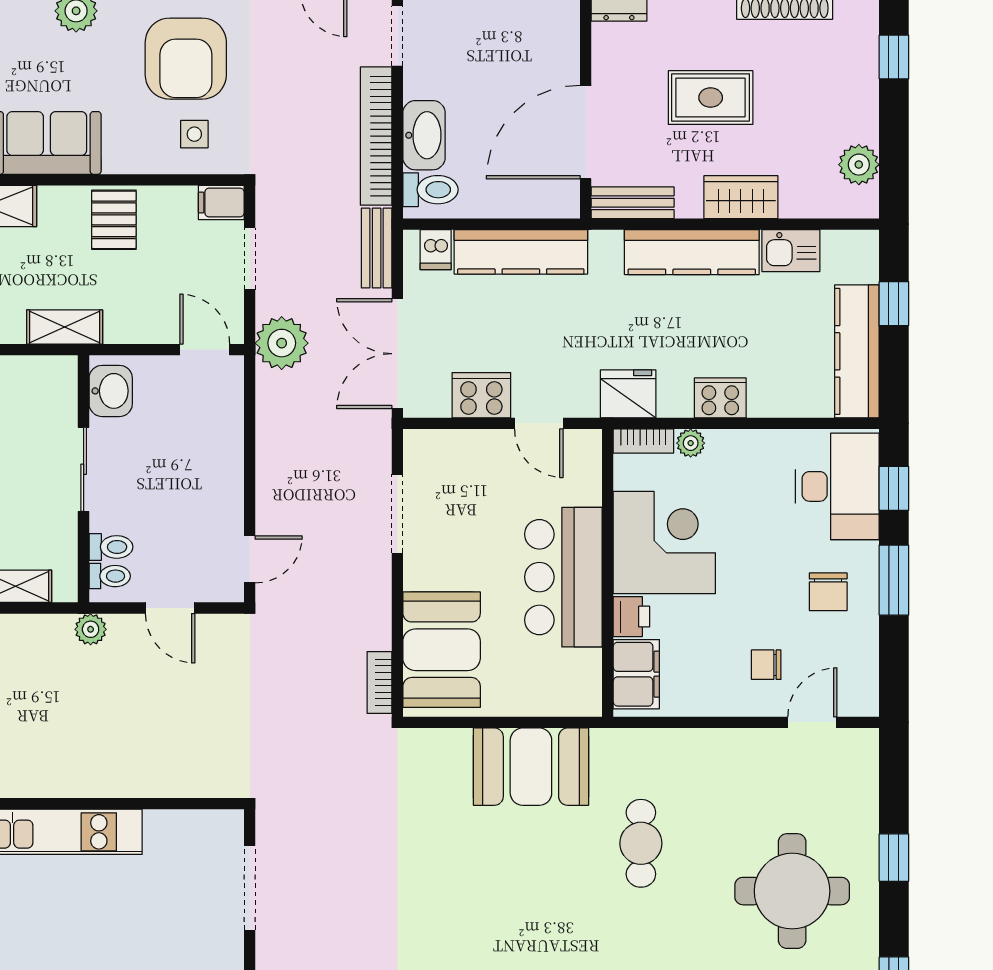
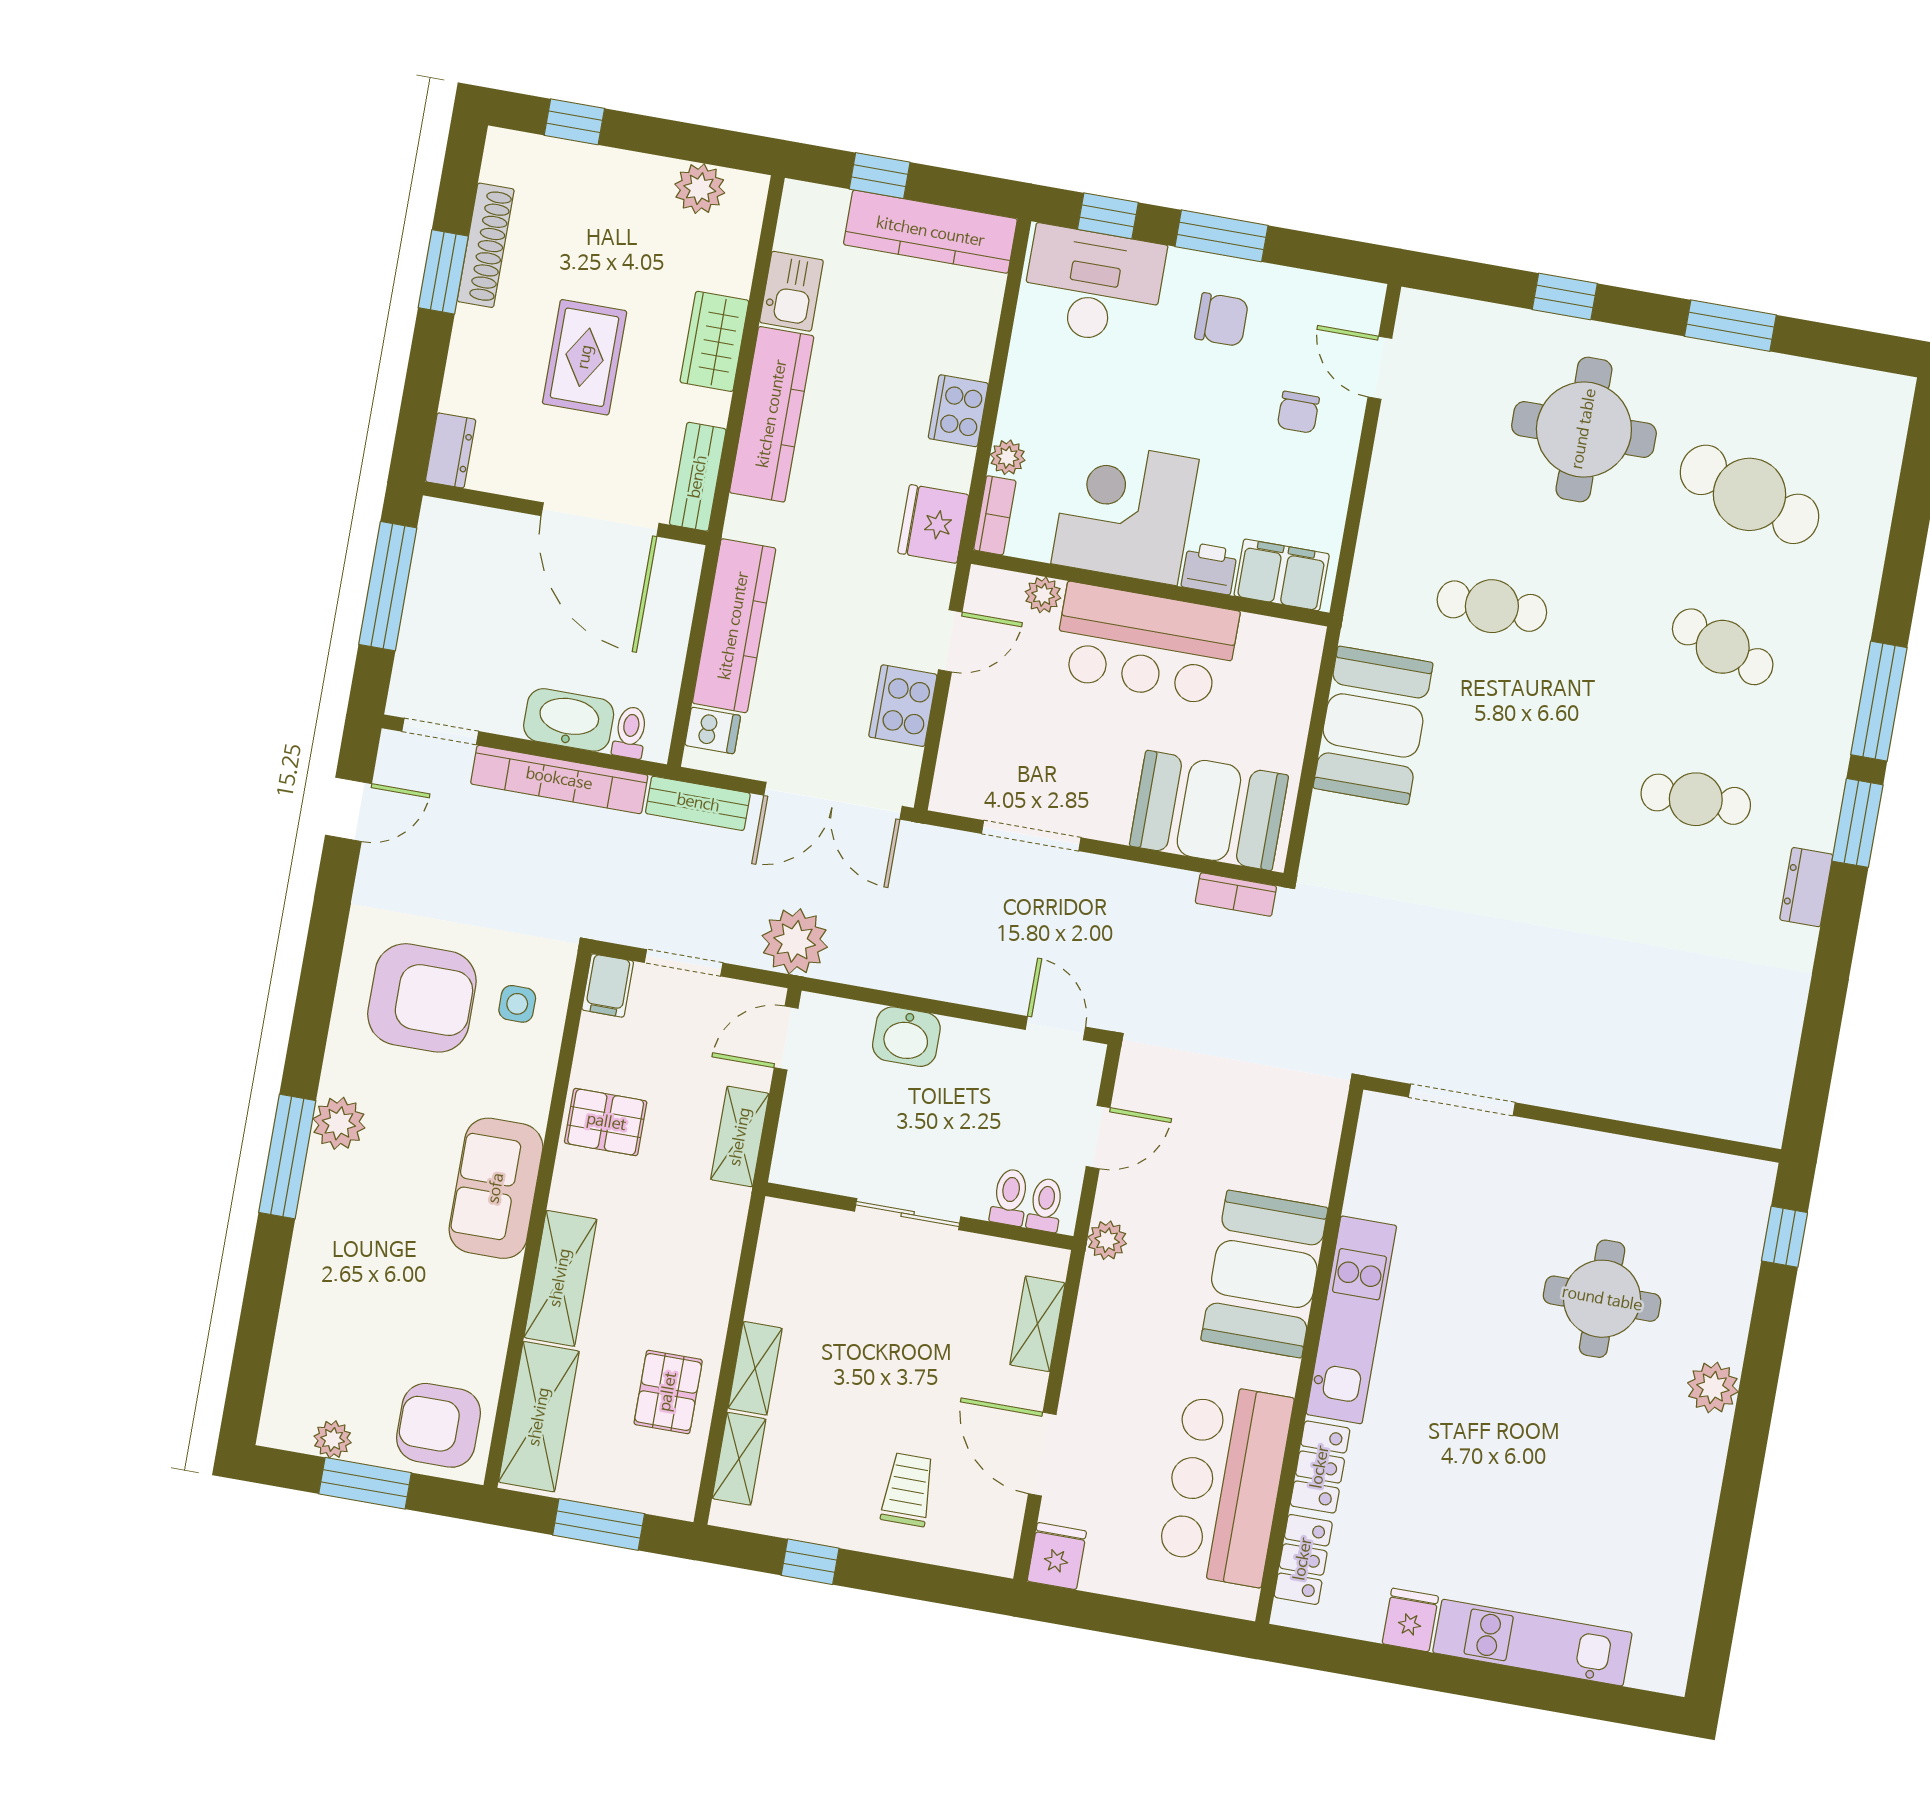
toilet: (431, 190) -> (630, 732), width x0.73, depth x0.72
shelving: (65, 327) -> (740, 1137), moved
washbasin: (111, 391) -> (906, 1037), moved, turned 180
plant: (588, 490) -> (1043, 595), added
booth: (86, 757) -> (1264, 1274), added

